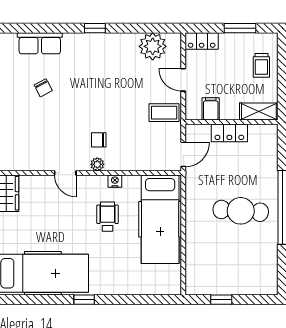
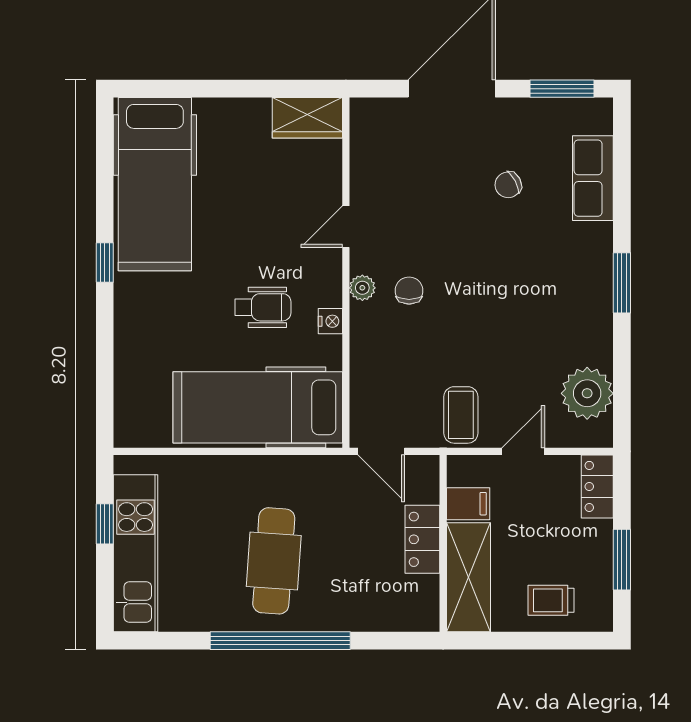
window: (95, 28) -> (622, 283), width x1.50
shelving: (259, 112) -> (468, 577), width x1.50, depth x1.33
kitchen unit: (237, 283) -> (136, 553), added

